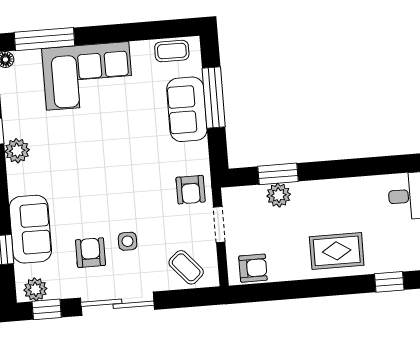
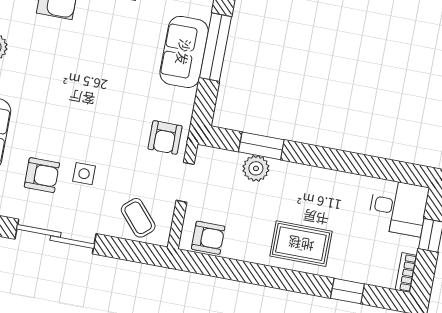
armchair: (91, 253) -> (42, 175), turned 90

